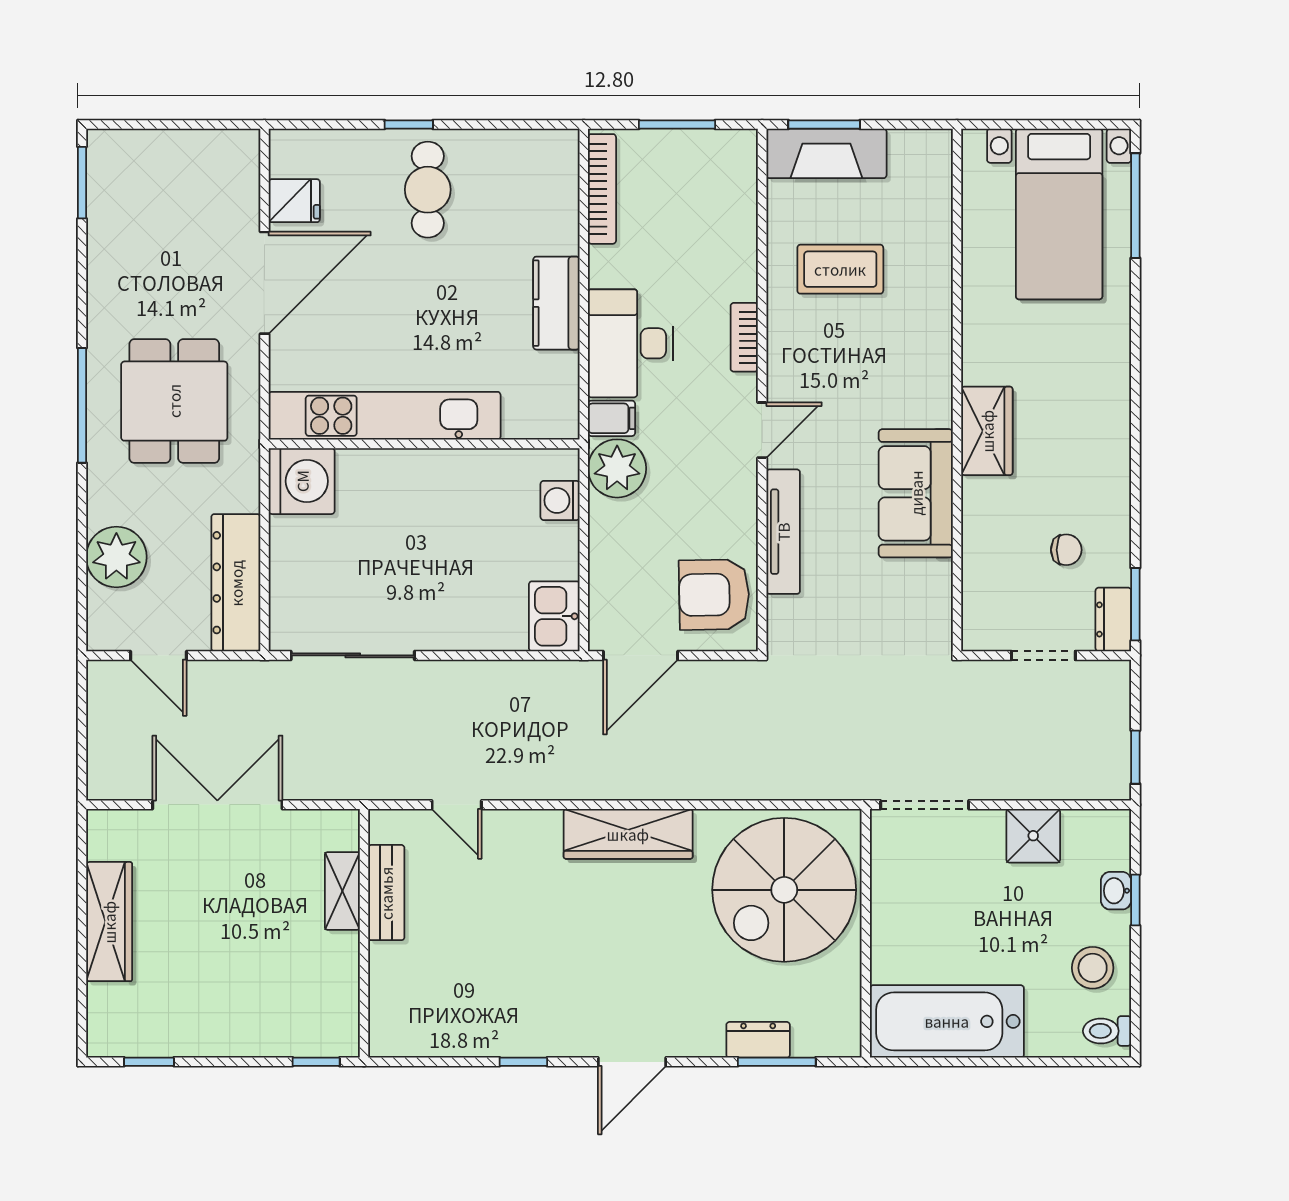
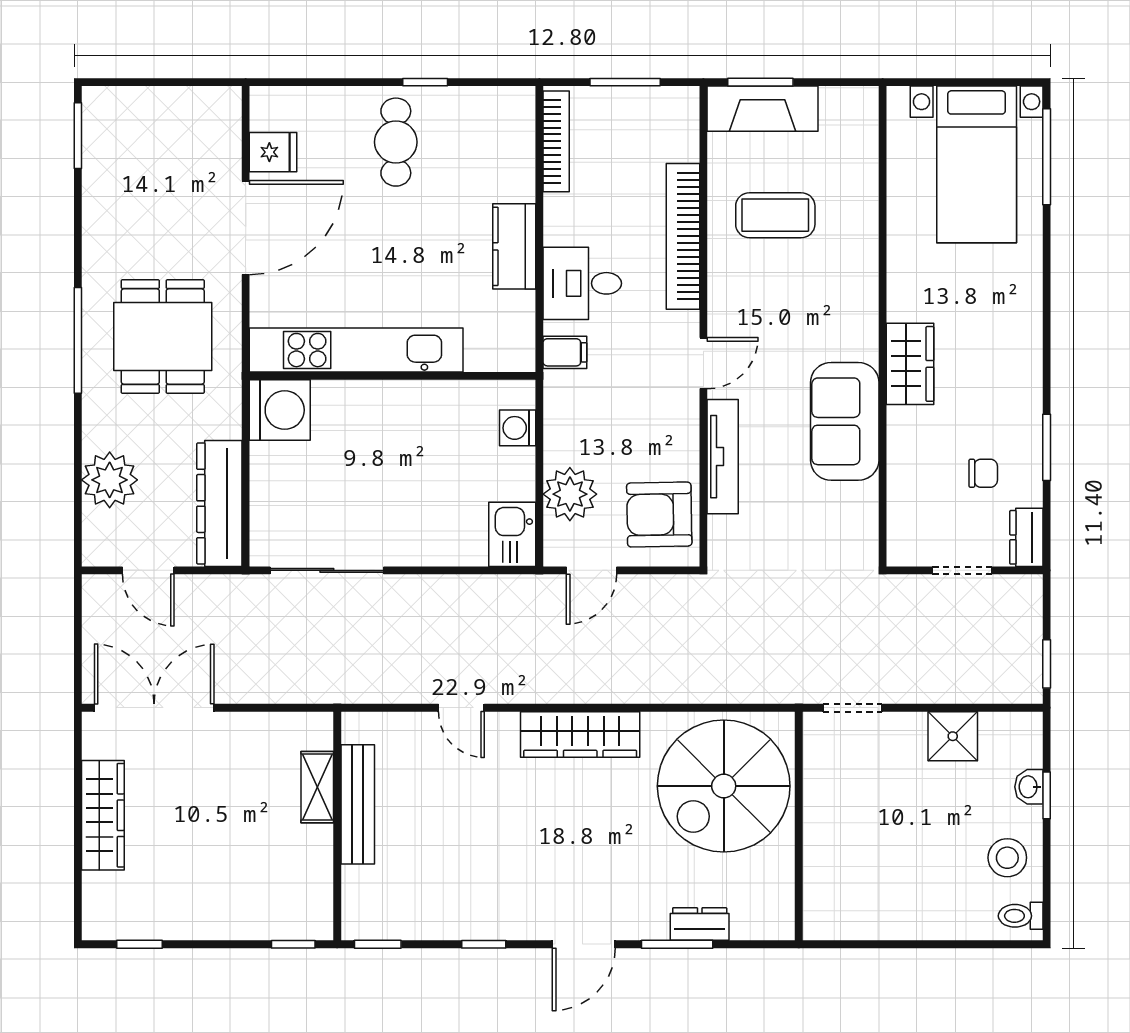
window: (409, 125) -> (425, 82), moved
bookcase: (744, 337) -> (683, 236), width x2.31, depth x1.31
desk: (630, 343) -> (582, 283), width x0.73
plant: (617, 468) -> (570, 494), moved
window: (1135, 604) -> (1047, 447), moved
door: (641, 655) -> (592, 570), width x0.73
double door: (217, 805) -> (154, 708), moved
door: (457, 805) -> (461, 708), moved
doorway: (925, 805) -> (853, 708), width x0.73
bench: (386, 893) -> (358, 804), width x1.36
bathtub: (947, 1021) -> (873, 907), removed
window: (408, 1062) -> (378, 944), added
window: (777, 1062) -> (677, 944), moved

